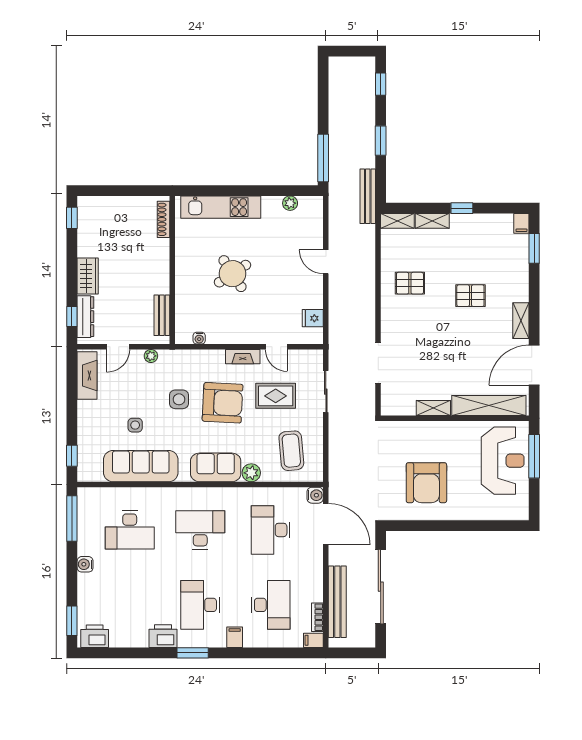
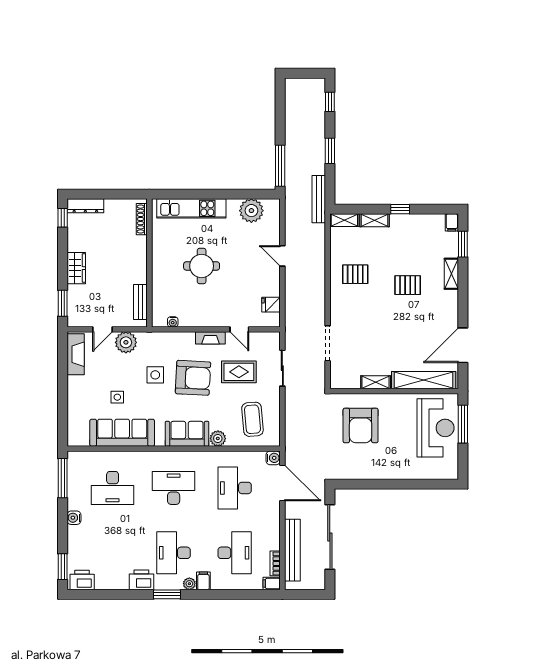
plant: (290, 203) -> (251, 211), width x1.88, depth x1.88
round table: (232, 274) -> (202, 266), turned 33
window: (72, 317) -> (63, 303), width x1.50
dresser: (85, 317) -> (85, 206), moved, turned 90
shelving: (521, 321) -> (451, 274), moved
plant: (151, 356) -> (126, 342), width x1.87, depth x1.87
window: (72, 456) -> (63, 424), removed
armchair: (426, 483) -> (361, 425), moved
plant: (218, 641) -> (189, 584), added

